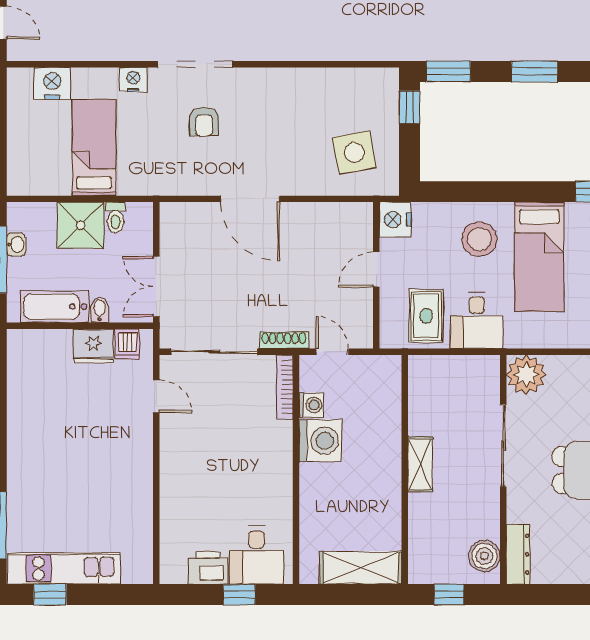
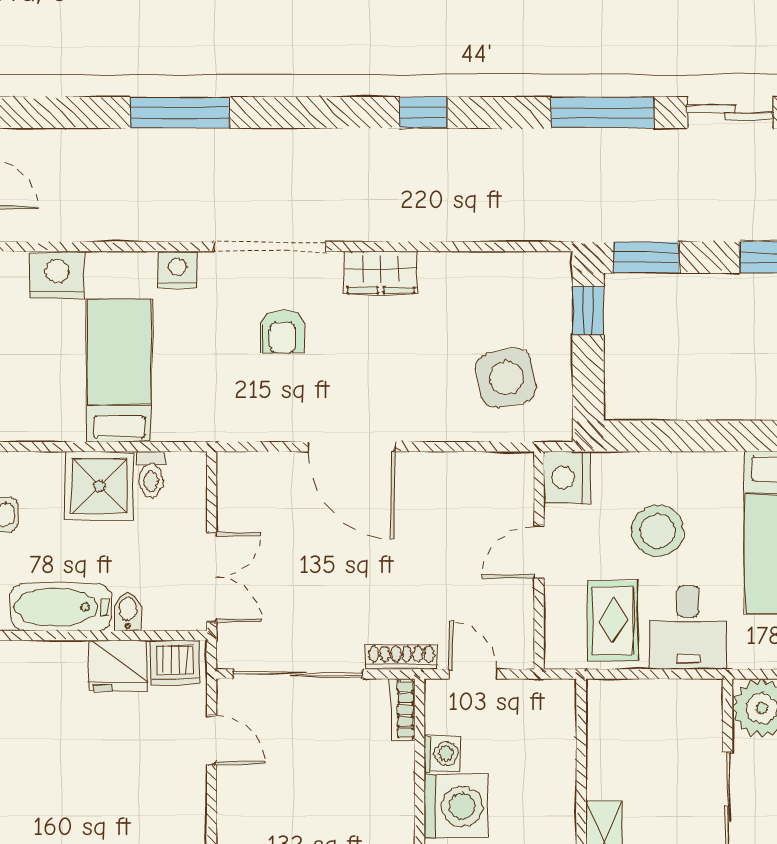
wardrobe: (270, 82) -> (381, 272), added
stool: (479, 239) -> (658, 531), moved
double door: (156, 287) -> (212, 577), swing flipped
dishwasher: (127, 344) -> (175, 663), width x1.38
bookcase: (285, 387) -> (403, 709), width x0.64

